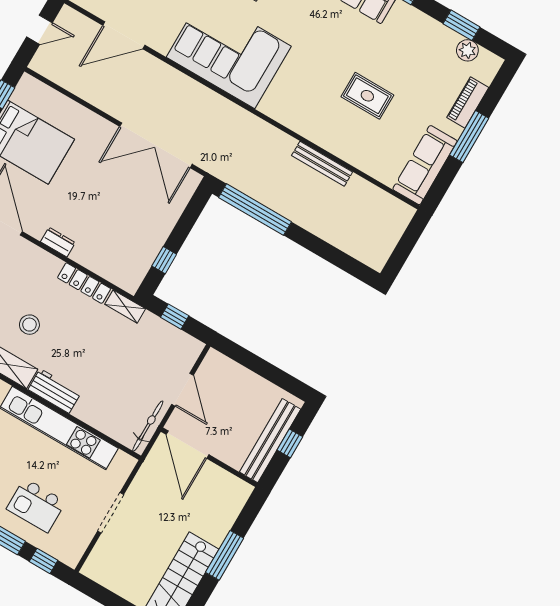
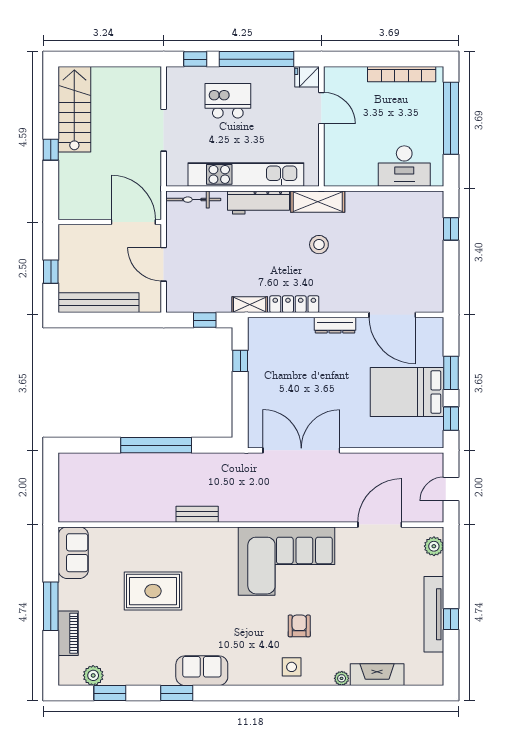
rug: (367, 96) -> (153, 591), width x1.36, depth x1.43
bench: (322, 164) -> (197, 514), moved, width x0.73
sofa: (425, 165) -> (73, 553), width x0.73
window: (255, 210) -> (156, 445), moved
dresser: (58, 242) -> (335, 325), width x1.44
workbench: (55, 391) -> (259, 202), width x1.38
bicycle: (148, 426) -> (193, 200), moved, turned 90
bench: (270, 441) -> (99, 303), moved, turned 90
window: (225, 555) -> (51, 150), width x0.46

